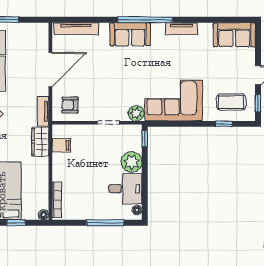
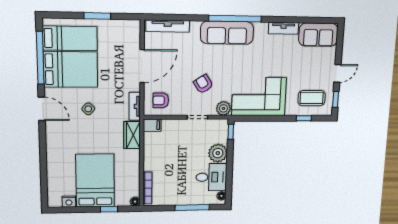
tv unit: (182, 29) -> (283, 28), moved
sofa: (130, 34) -> (227, 33), width x1.36
armchair: (114, 88) -> (203, 84), added
filing cabinet: (61, 145) -> (152, 125), moved

